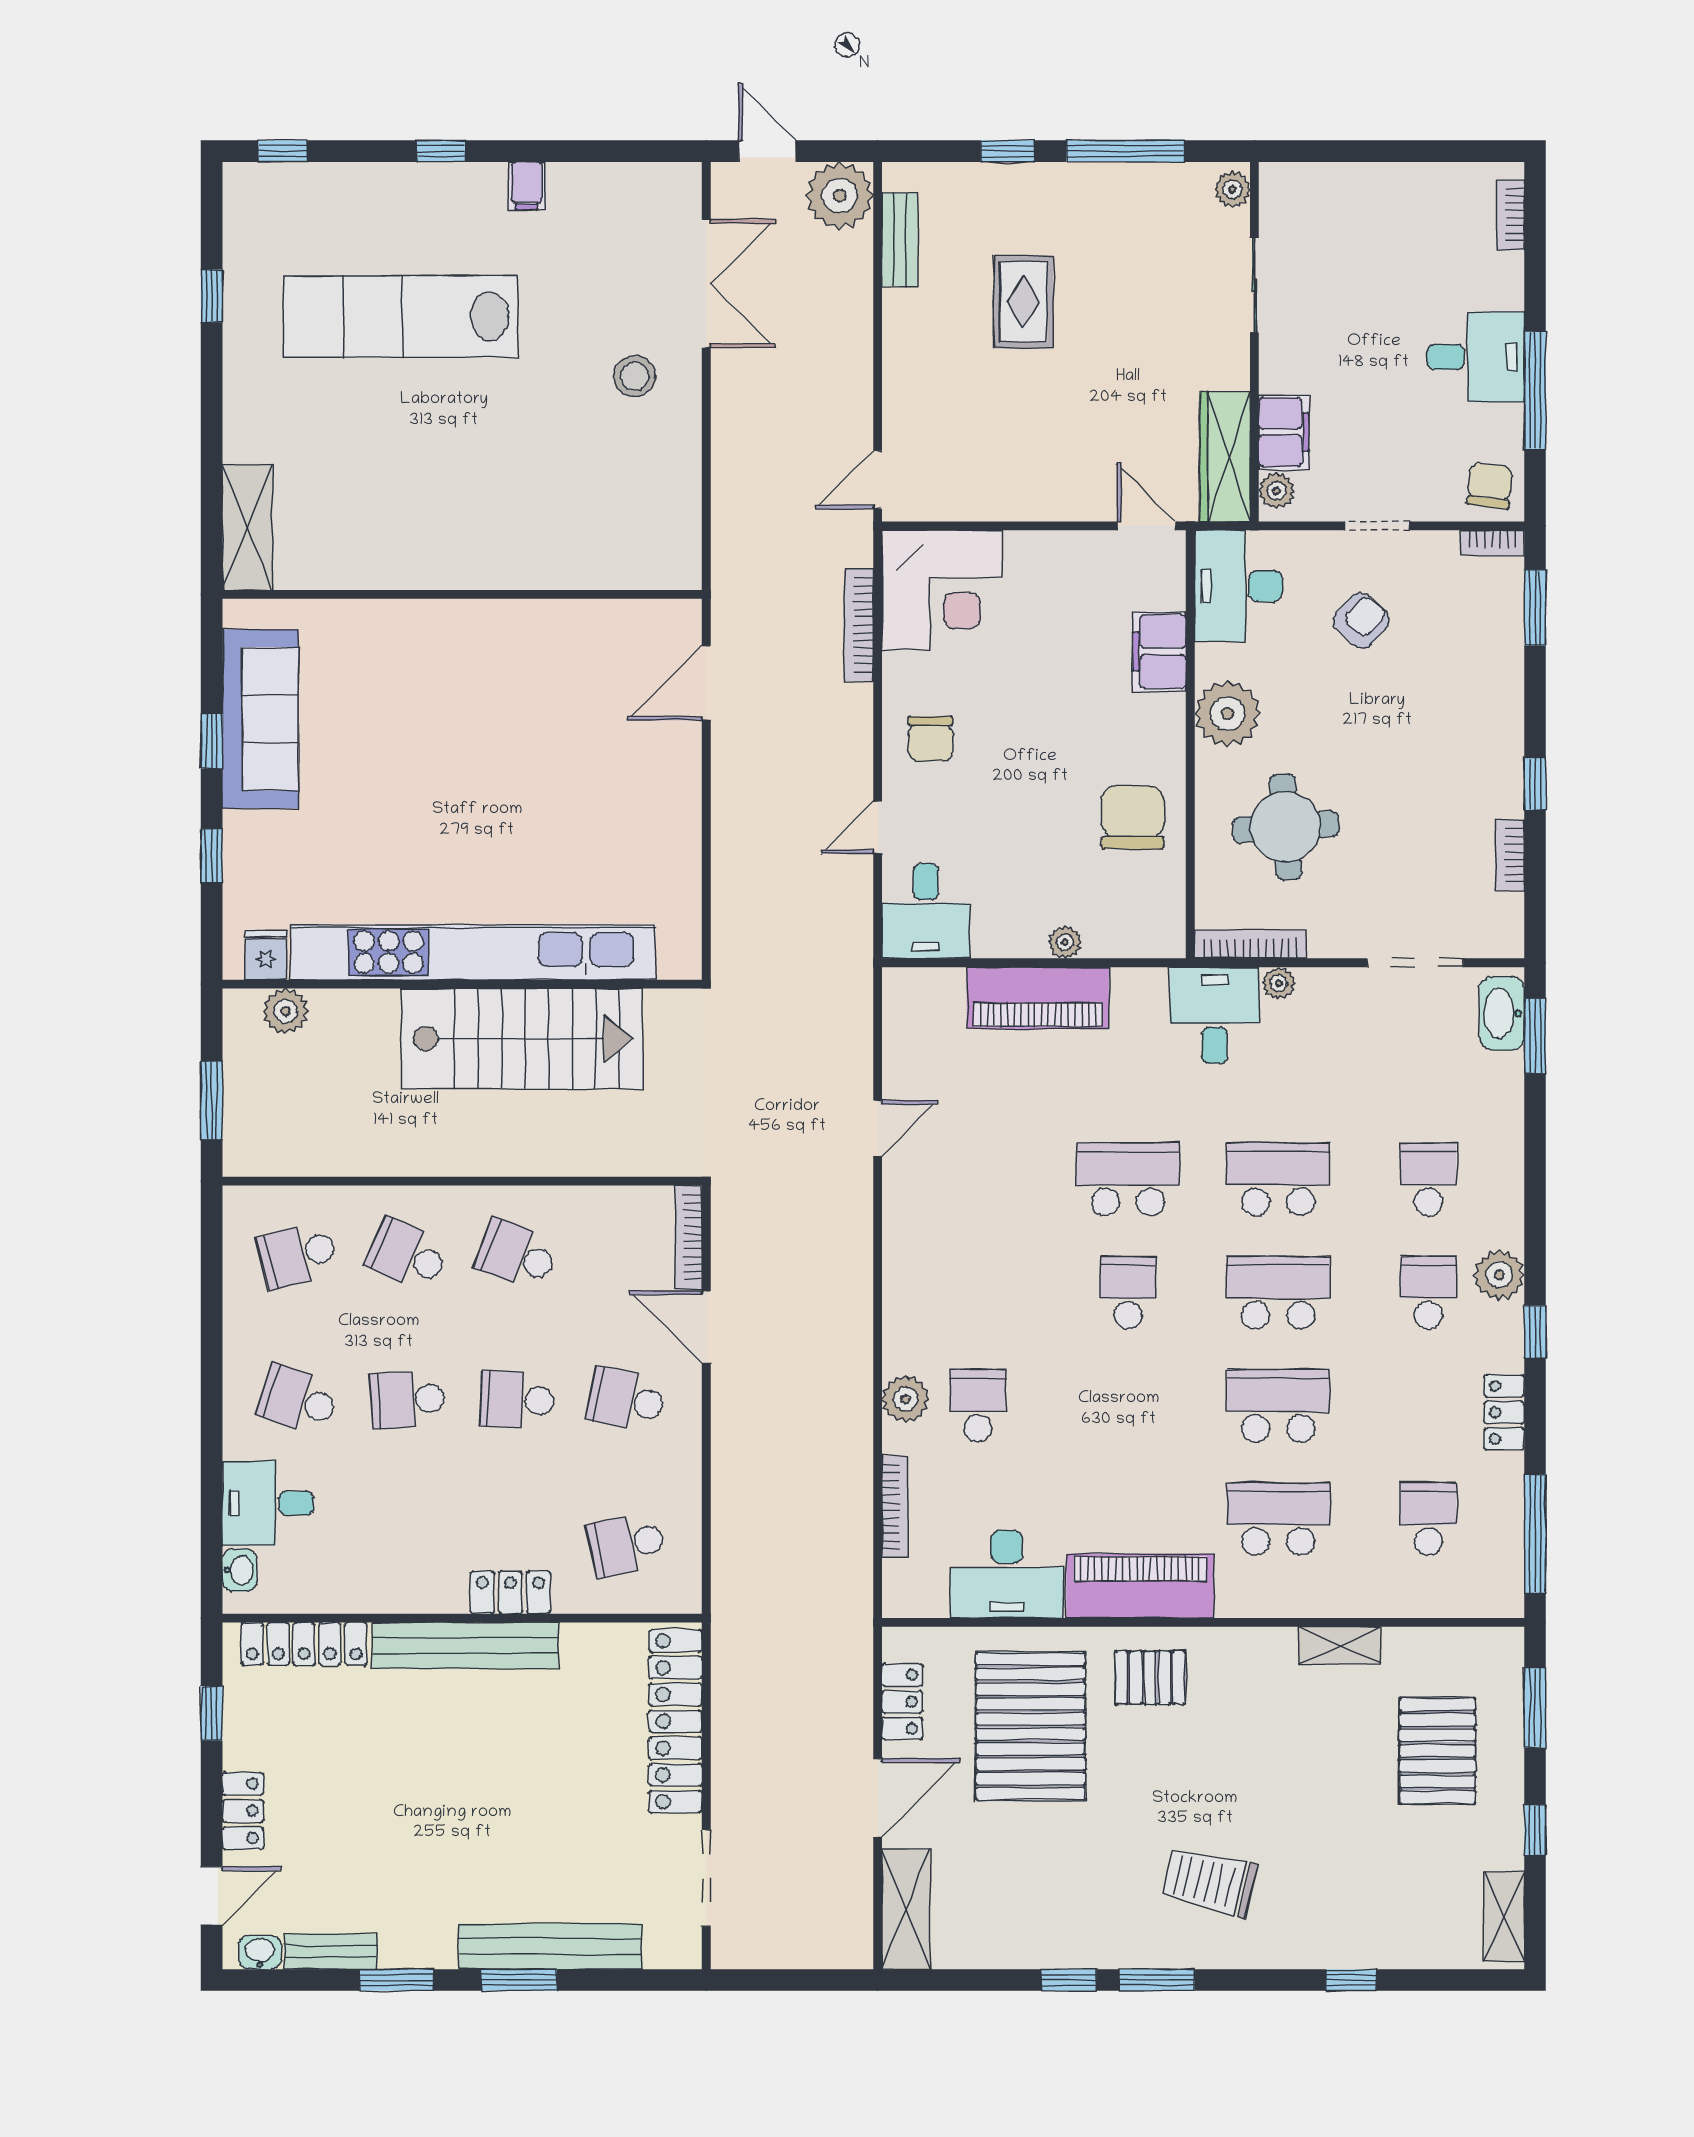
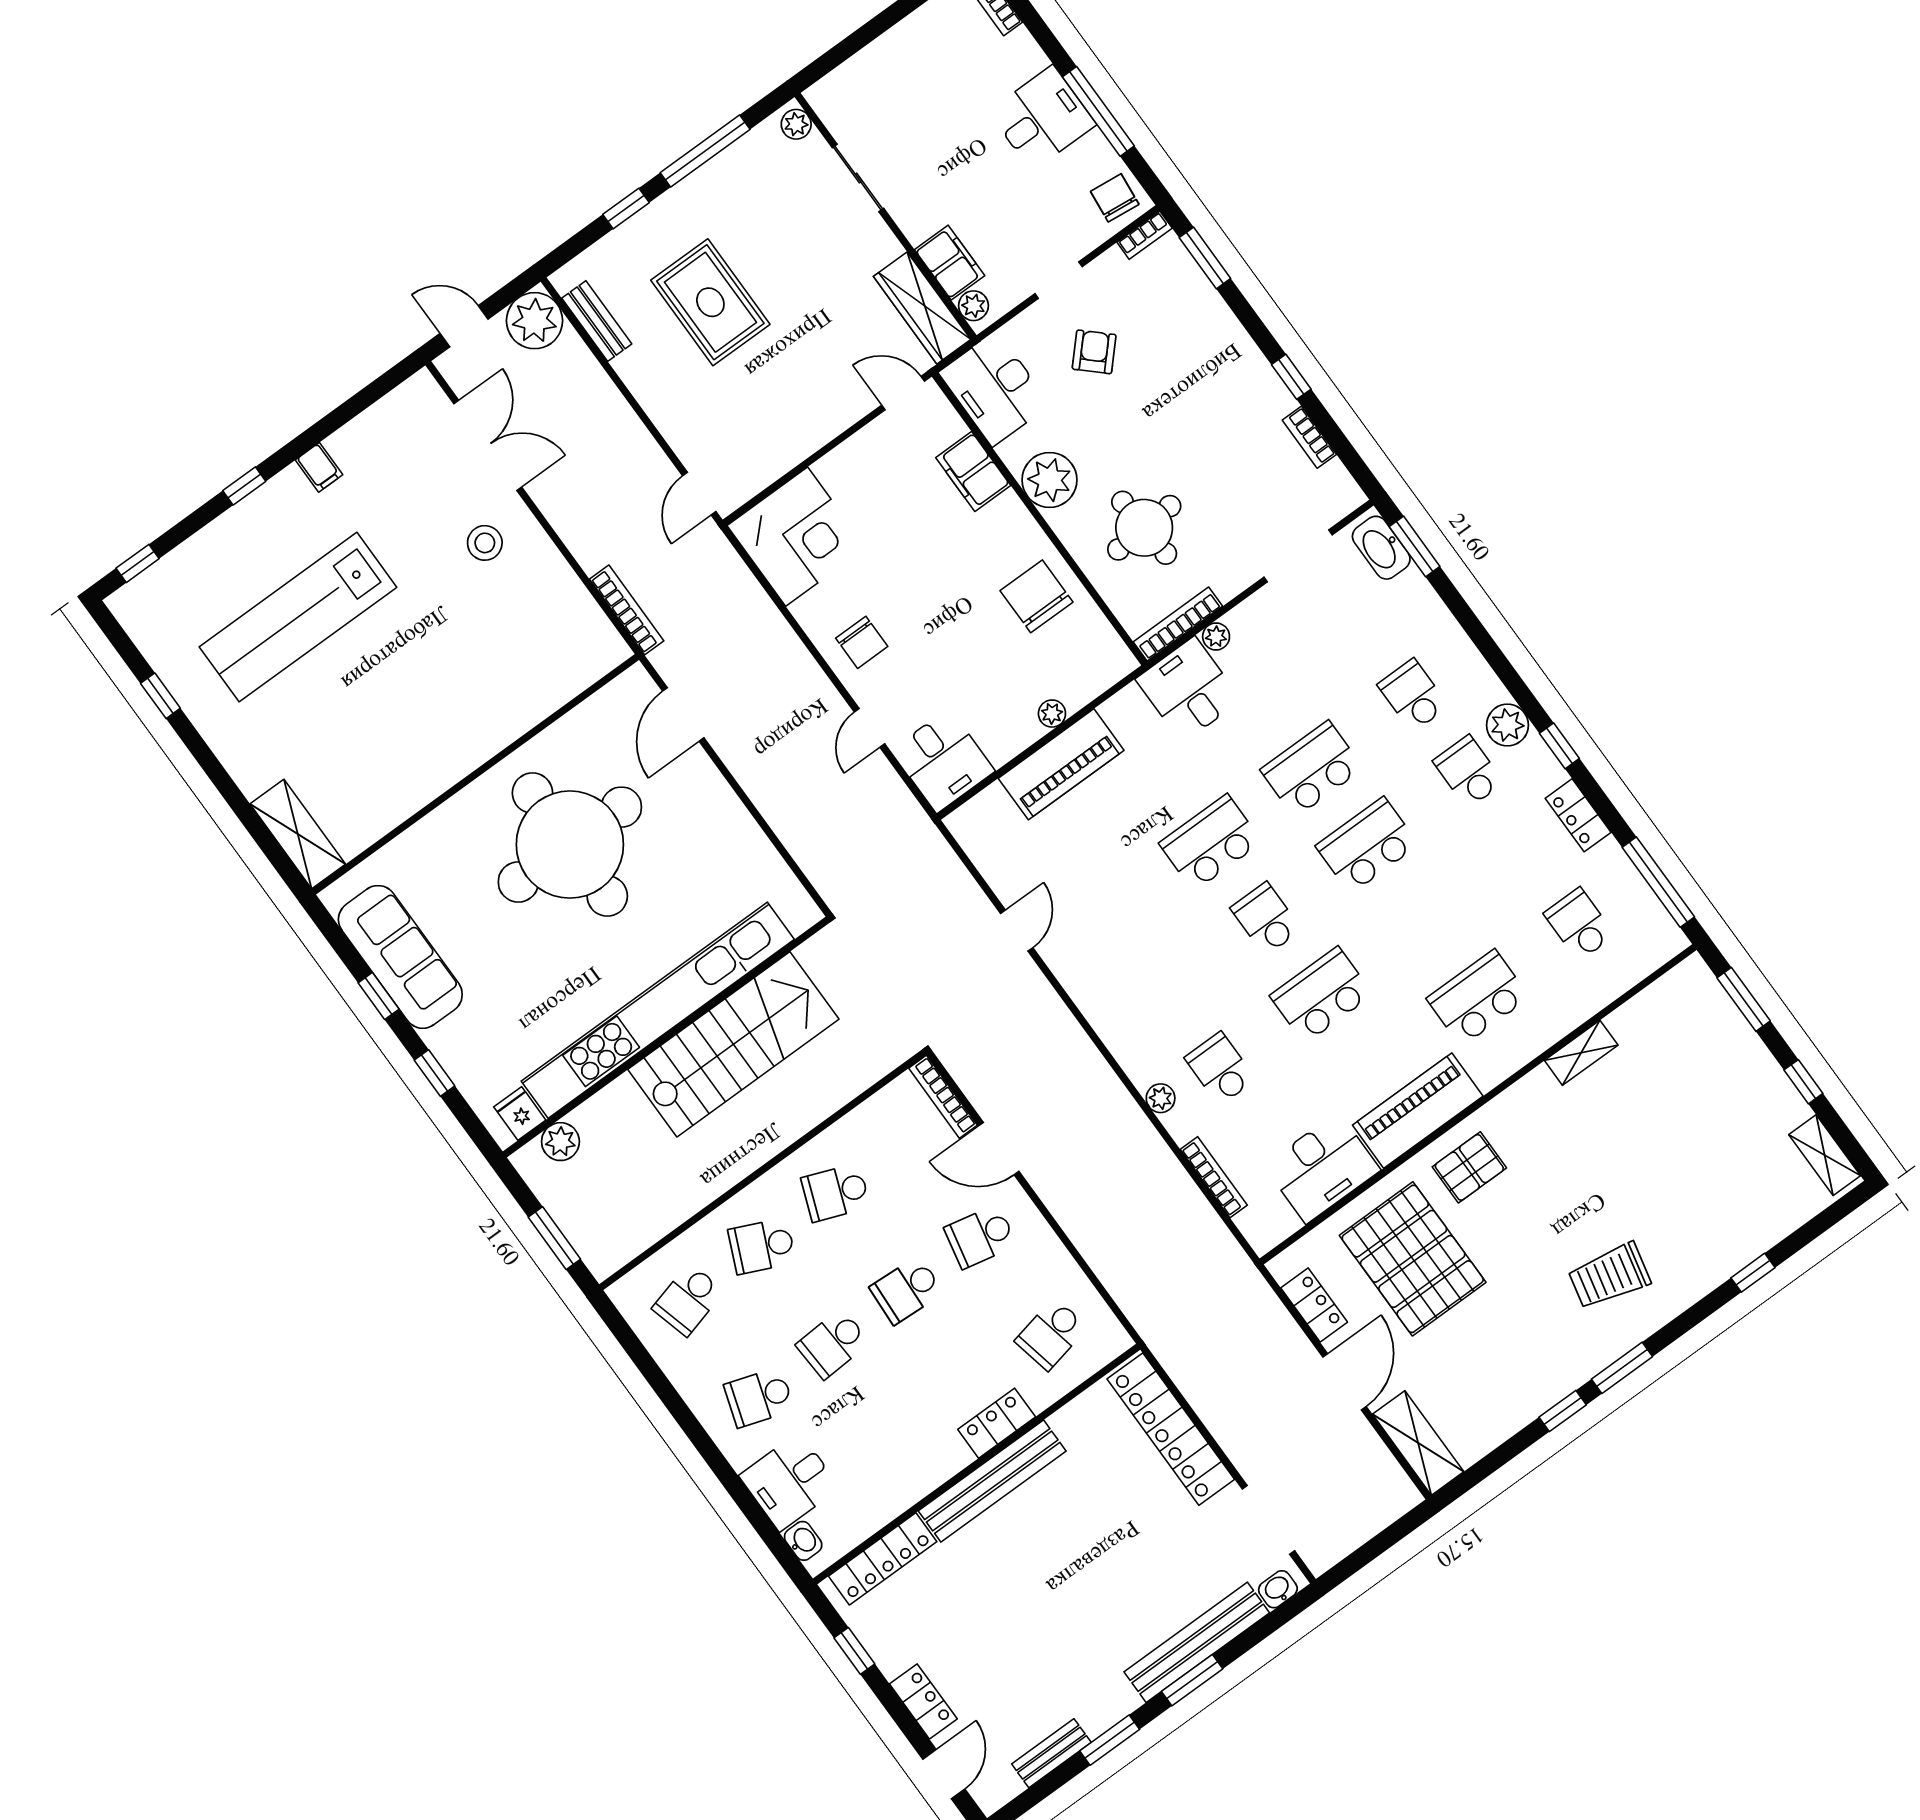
rug: (1023, 302) -> (710, 302), width x1.36, depth x1.43
bookcase: (859, 625) -> (627, 610), moved, turned 180
round table: (504, 729) -> (570, 845), added
plant: (905, 1399) -> (1161, 1098), width x0.73, depth x0.73
school desk: (1278, 1406) -> (1321, 995), moved
pallet: (1437, 1751) -> (1699, 1076), removed
washbasin: (260, 1952) -> (1278, 1589), moved

